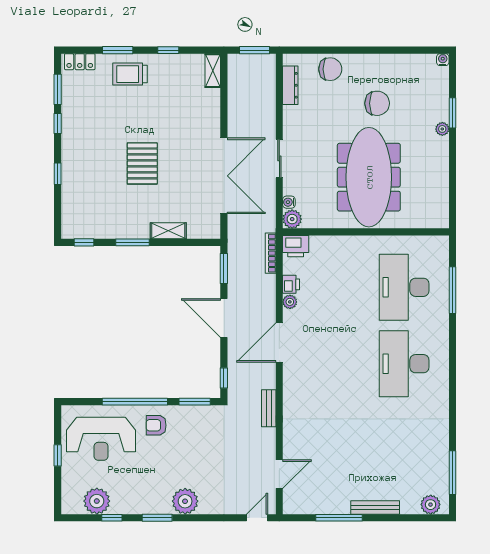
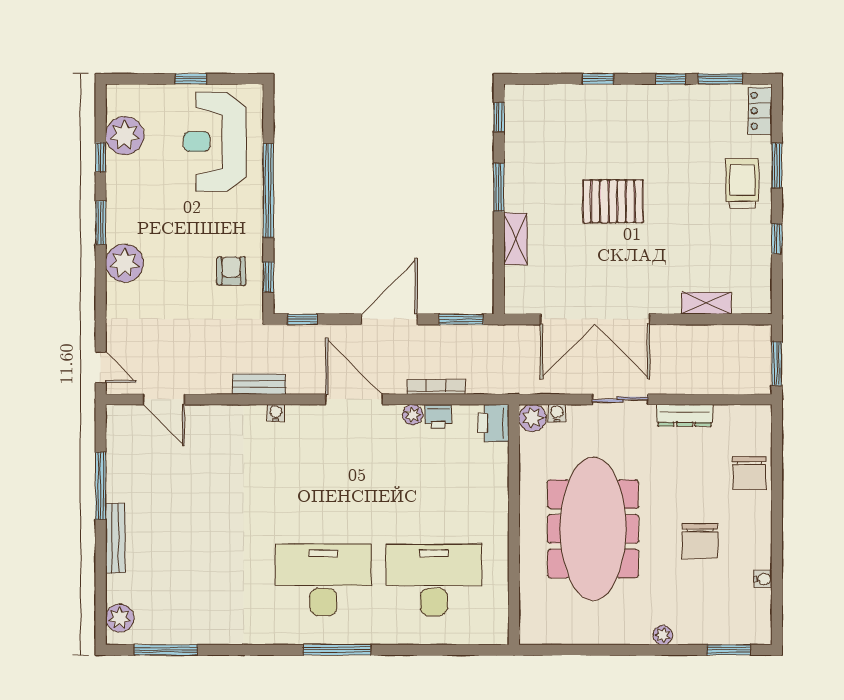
water cooler: (443, 60) -> (763, 579), moved
shelving: (213, 71) -> (706, 303), moved
dresser: (290, 85) -> (685, 415), moved
window: (452, 113) -> (729, 650), moved
meeting table: (369, 177) -> (593, 529), turned 90
bookcase: (271, 253) -> (436, 387), moved
window: (452, 290) -> (337, 650), moved
water cooler: (289, 397) -> (276, 413), added
window: (195, 402) -> (268, 277), width x0.67
armchair: (156, 425) -> (231, 271), moved

